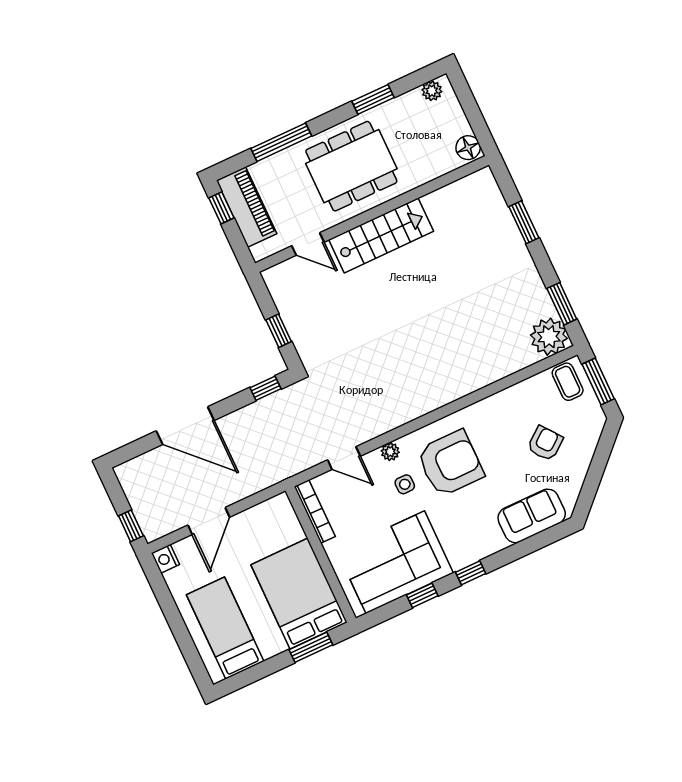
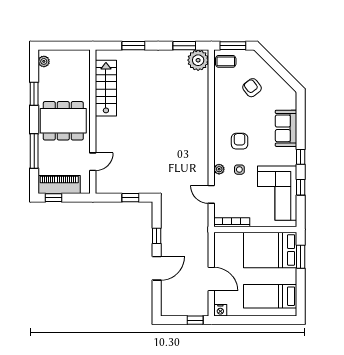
floor lamp: (468, 148) -> (82, 56), removed
dining table: (351, 166) -> (63, 121), turned 90
stairs: (381, 235) -> (106, 88), moved
window: (266, 388) -> (157, 236), moved
door: (185, 426) -> (157, 268), width x0.73
door: (344, 458) -> (211, 194), swing flipped
armchair: (450, 463) -> (240, 141), width x0.53, depth x0.53
sofa: (532, 516) -> (286, 128), moved

